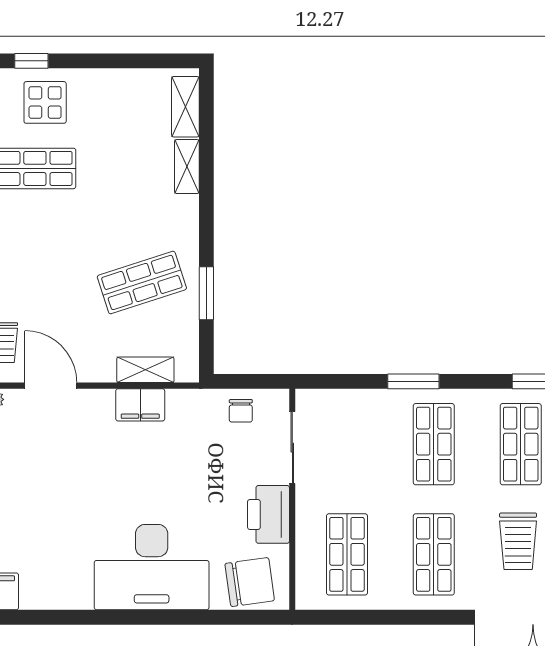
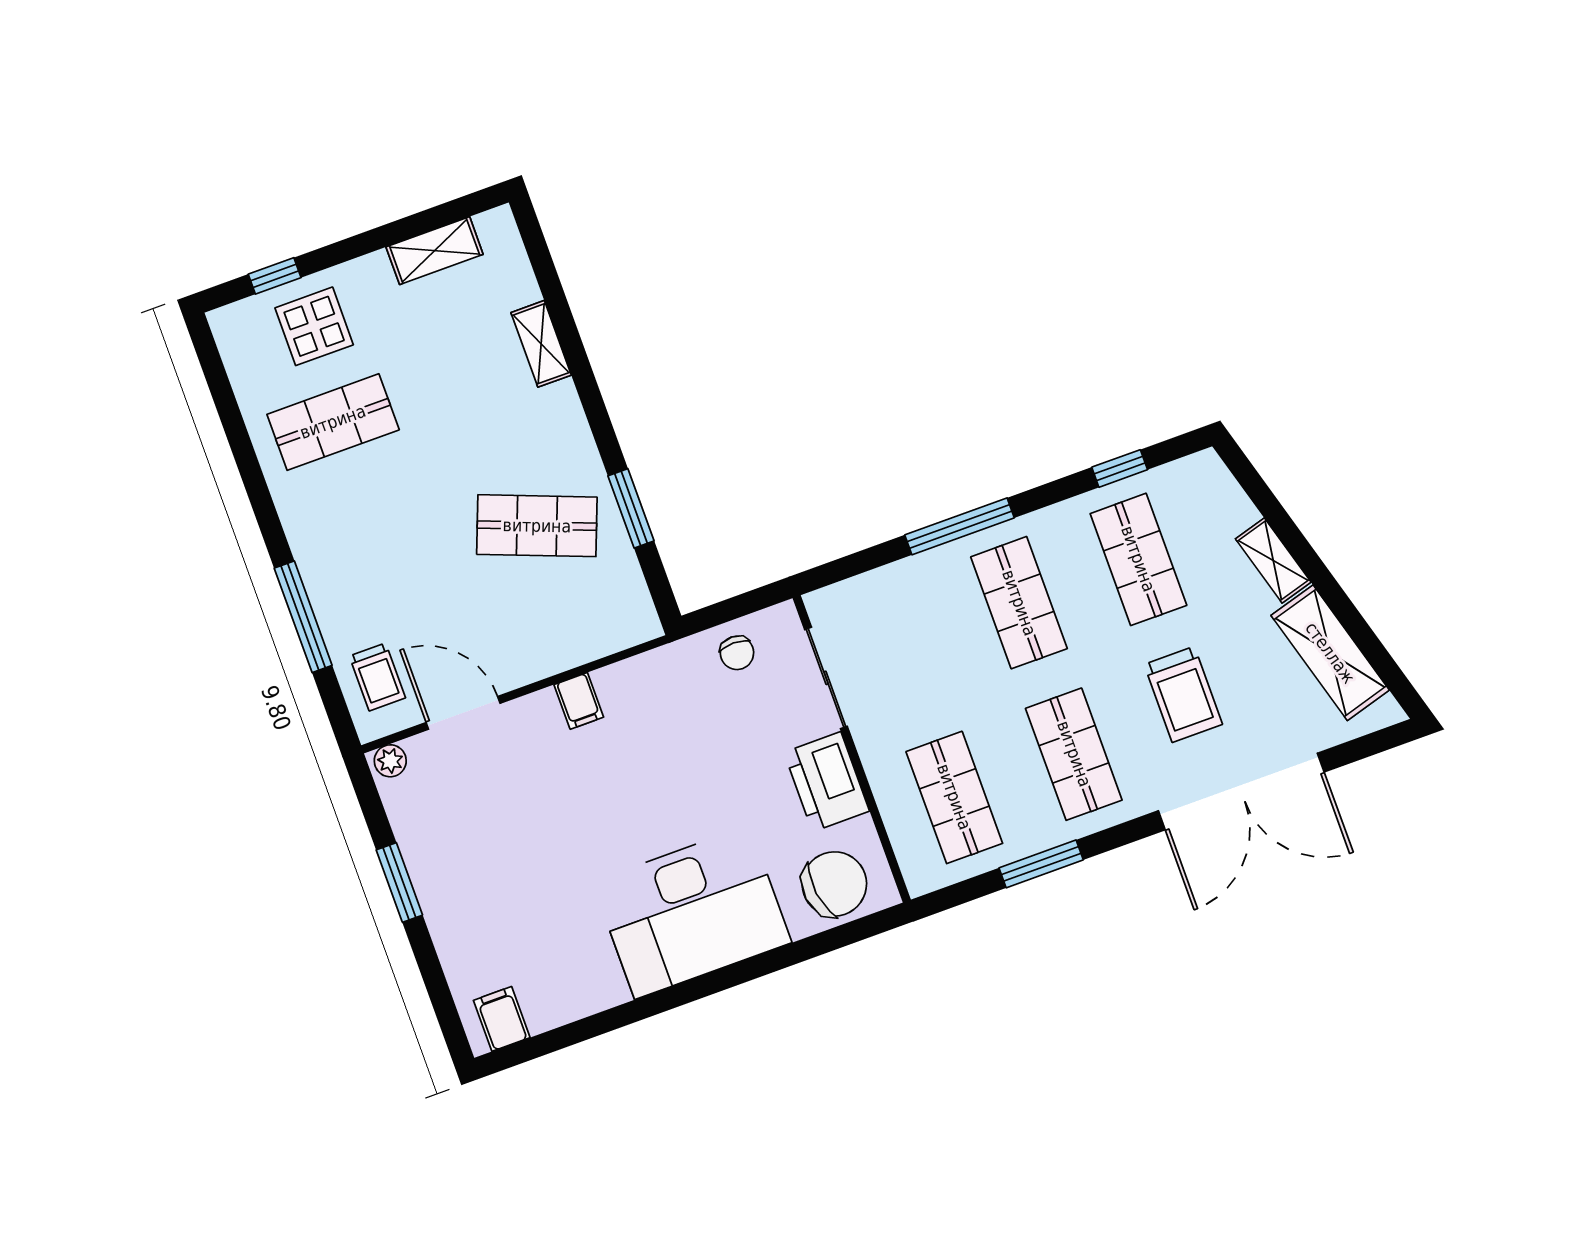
shelving: (185, 107) -> (435, 251), moved, turned 90
shop shelf: (142, 282) -> (537, 526), turned 39
shelving: (145, 370) -> (585, 644), removed
window: (413, 381) -> (960, 526), width x1.44
filing cabinet: (140, 405) -> (579, 701), width x0.50
window: (387, 617) -> (1041, 864), added

